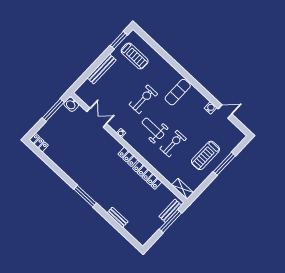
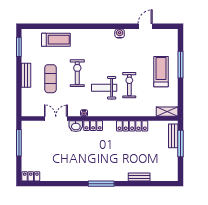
treadmill: (135, 56) -> (56, 40), moved
bench: (102, 69) -> (26, 75), width x0.73
exercise mat: (178, 92) -> (50, 79), moved
washbasin: (71, 104) -> (76, 126), moved
water cooler: (210, 108) -> (120, 33), moved
treadmill: (205, 155) -> (161, 72), turned 180
locker: (128, 157) -> (93, 126), moved

